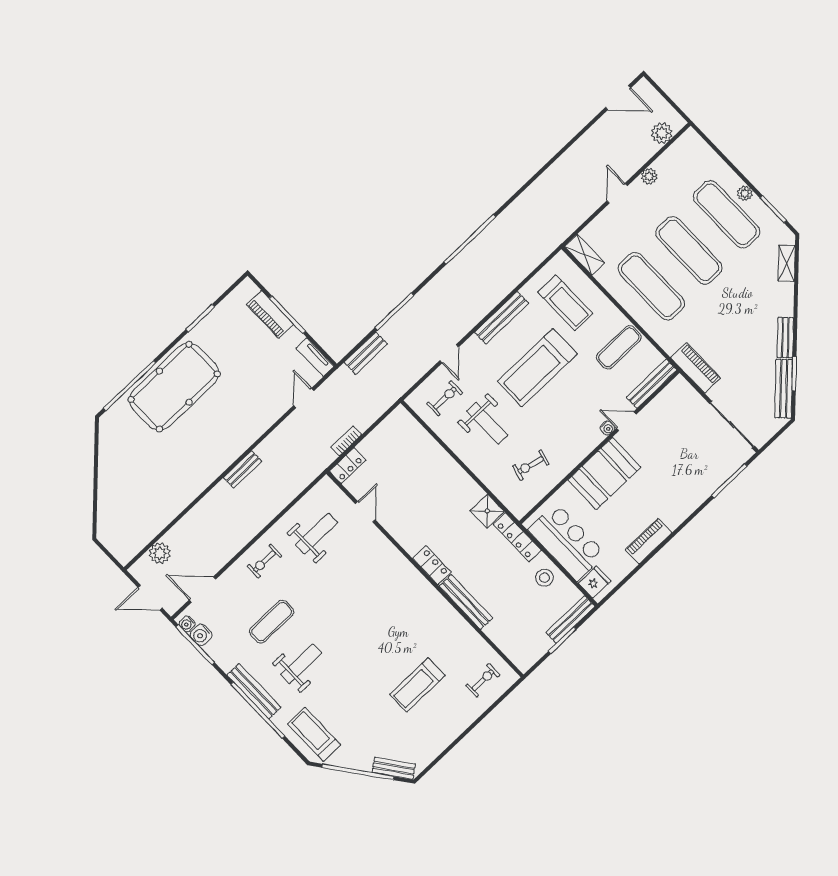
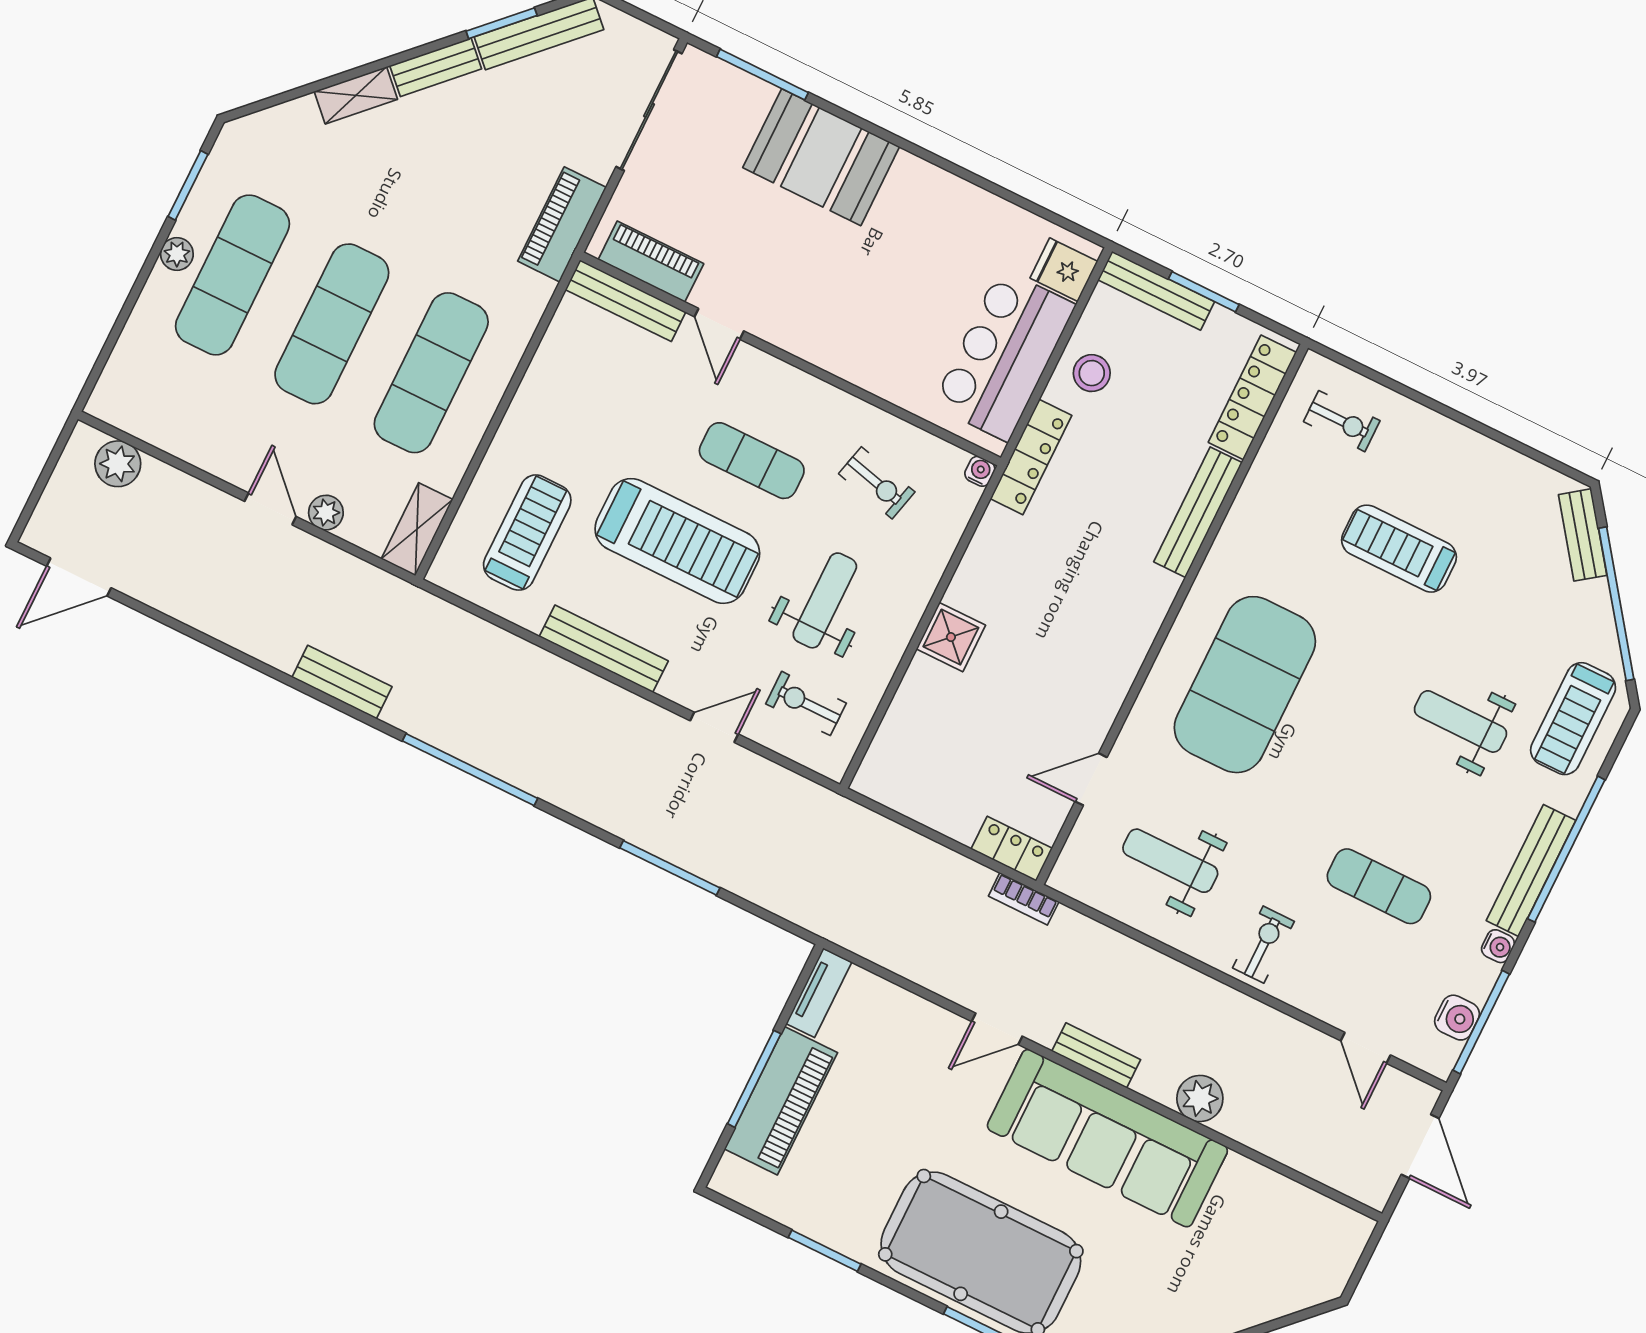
door: (618, 98) -> (79, 577), swing flipped
plant: (649, 176) -> (326, 513), moved
door: (617, 193) -> (270, 509), swing flipped
shelving: (787, 263) -> (356, 95), moved
piano: (270, 314) -> (781, 1101), width x1.37, depth x1.33
exercise mat: (619, 347) -> (752, 461), moved
bench: (366, 353) -> (342, 682), moved
door: (304, 398) -> (997, 1029), moved
water cooler: (607, 428) -> (980, 471), moved
bookcase: (346, 441) -> (1024, 899), moved
sofa: (204, 461) -> (1107, 1138), added
booth: (604, 474) -> (821, 157), moved
shower: (487, 511) -> (951, 637), moved
piano: (648, 541) -> (651, 262), moved, turned 180
plant: (160, 553) -> (1200, 1098), moved
exercise bike: (264, 561) -> (1263, 945), turned -90
locker: (432, 565) -> (1252, 397), moved, width x1.53
door: (202, 590) -> (1366, 1048), width x0.73
exercise mat: (382, 595) -> (1245, 685), added
water cooler: (187, 624) -> (1498, 946), moved
weight bench: (301, 664) -> (1461, 721), moved
exercise bike: (483, 680) -> (1342, 421), turned 180
treadmill: (417, 685) -> (1399, 549), turned 180

